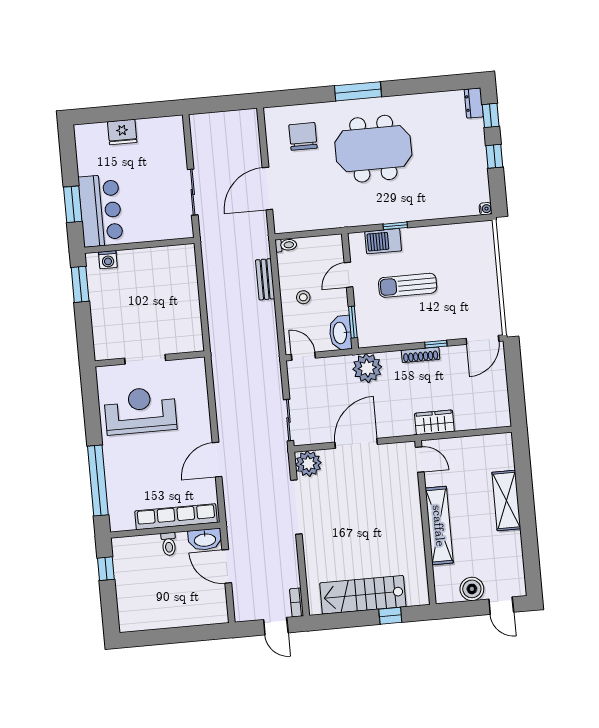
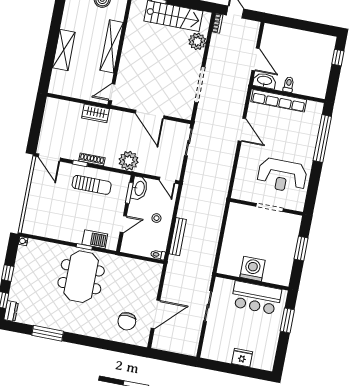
window: (358, 91) -> (48, 333), moved
meeting table: (373, 149) -> (81, 277), moved, turned 90
door: (267, 189) -> (156, 314), moved
bar counter: (101, 211) -> (256, 298), moved, turned -90
washing machine: (108, 260) -> (252, 269), moved, width x1.89, depth x1.89
bench: (265, 279) -> (178, 237), width x1.36
window: (80, 284) -> (301, 248), moved
sun lounger: (408, 285) -> (92, 185), moved
door: (482, 340) -> (49, 157), swing flipped
door: (356, 443) -> (150, 114), hinge flipped
door: (420, 459) -> (112, 92), hinge flipped
door: (217, 460) -> (242, 130), hinge flipped
plant: (308, 464) -> (197, 41), moved
window: (106, 569) -> (338, 58), moved

